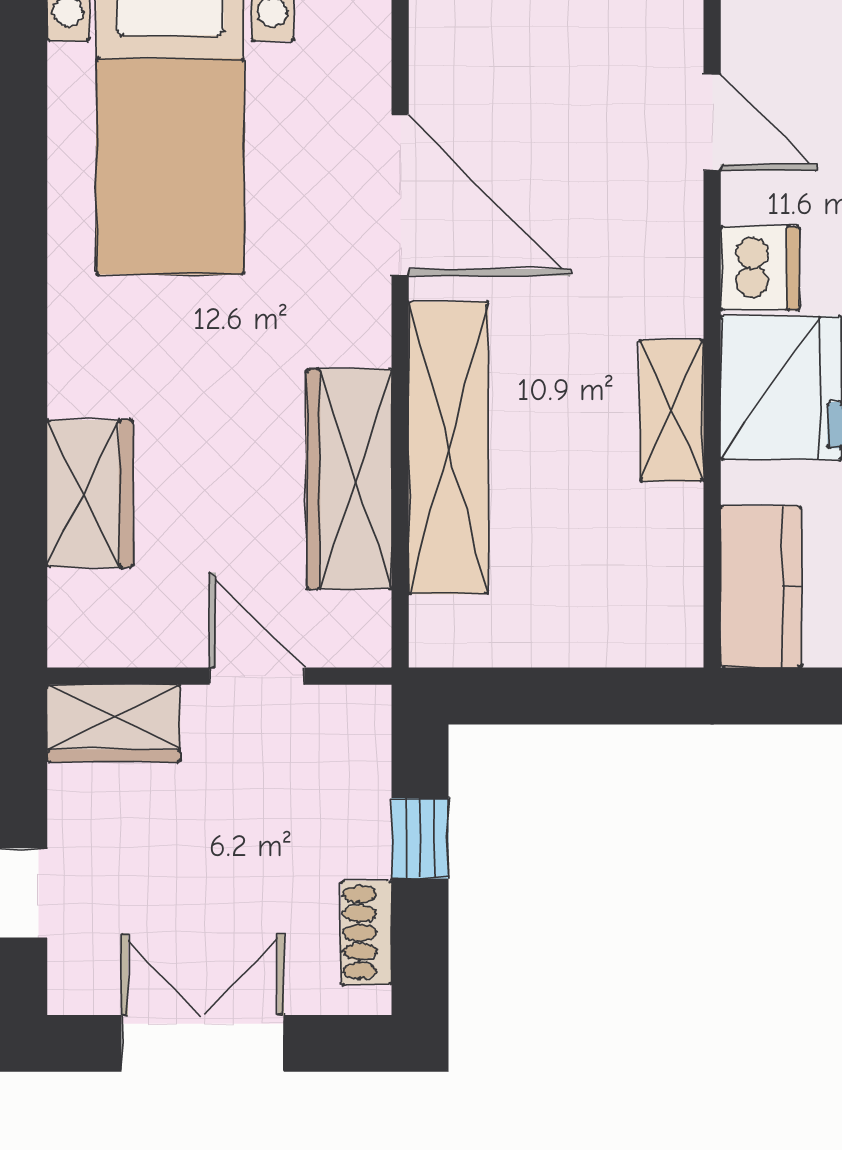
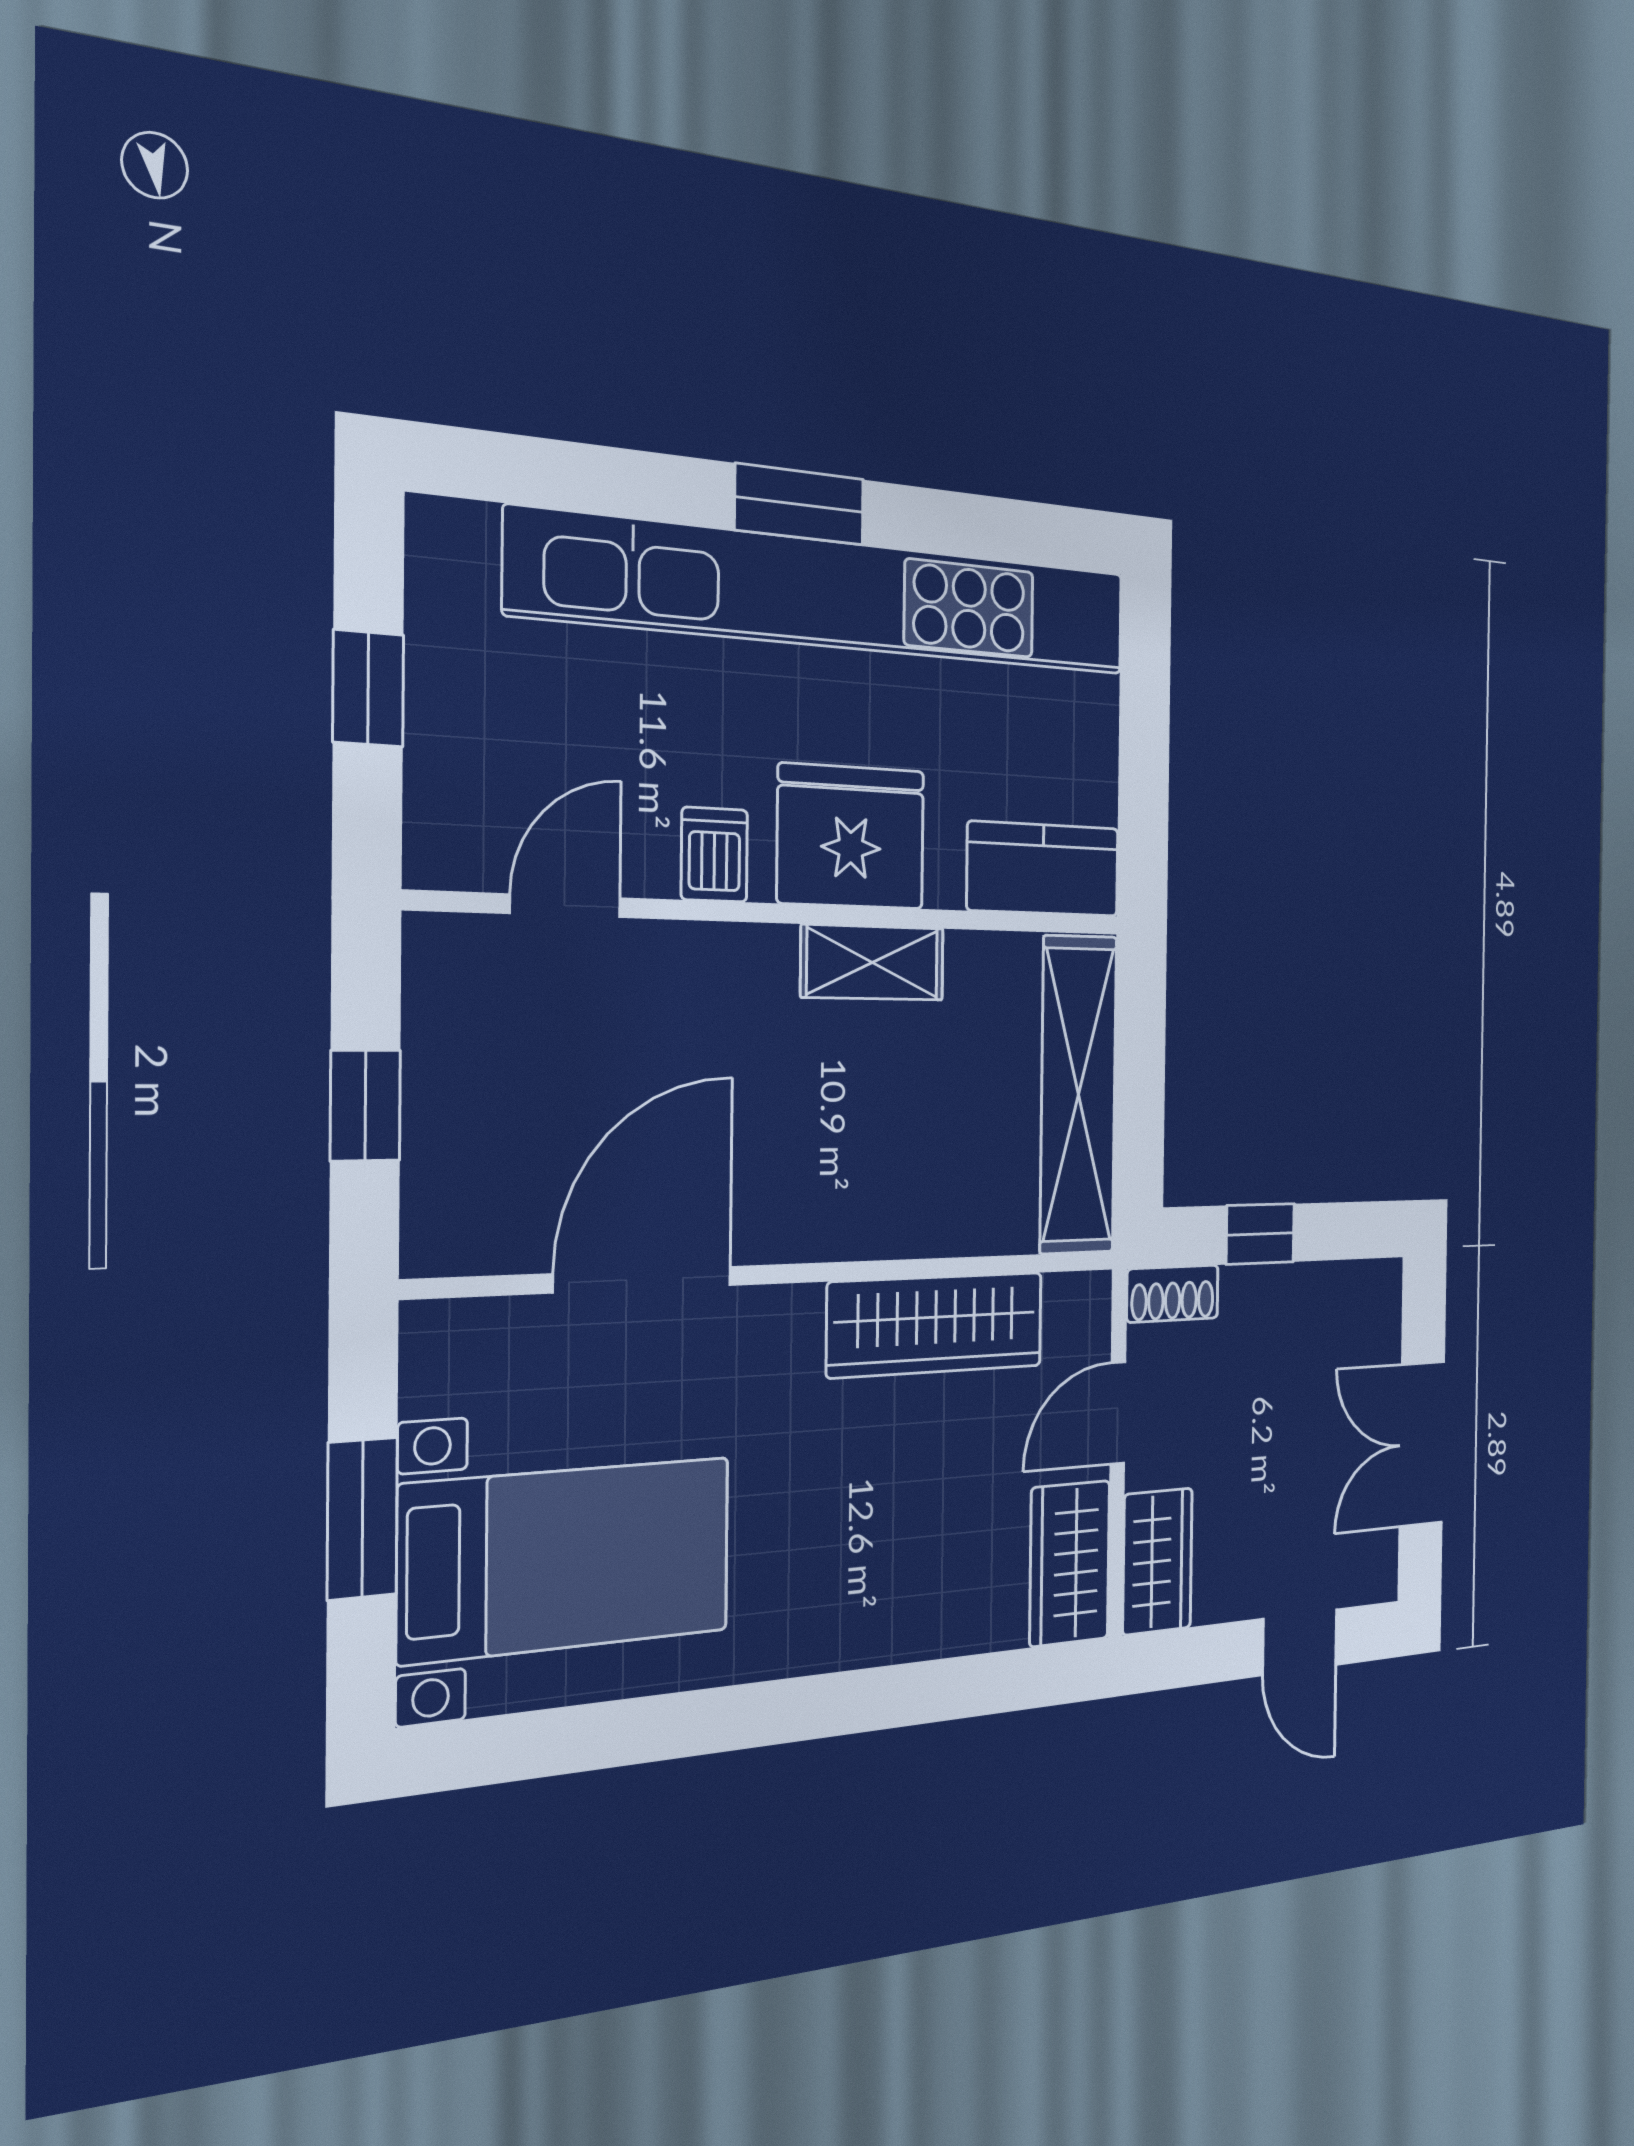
dishwasher: (760, 268) -> (714, 855), width x0.73
shelving: (449, 448) -> (1078, 1095), moved, turned 90
wardrobe: (90, 494) -> (1070, 1563), moved, turned -90
shoe rack: (366, 933) -> (1173, 1294), moved

